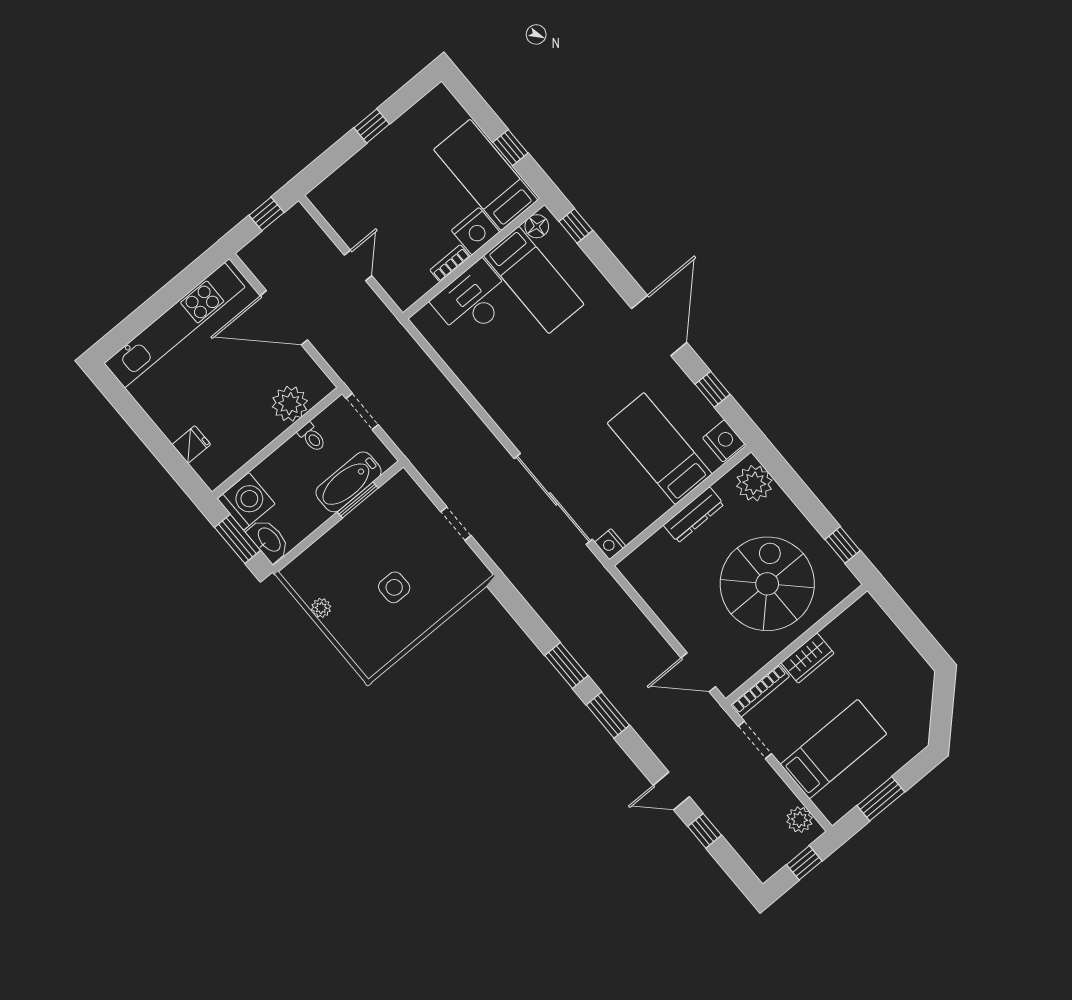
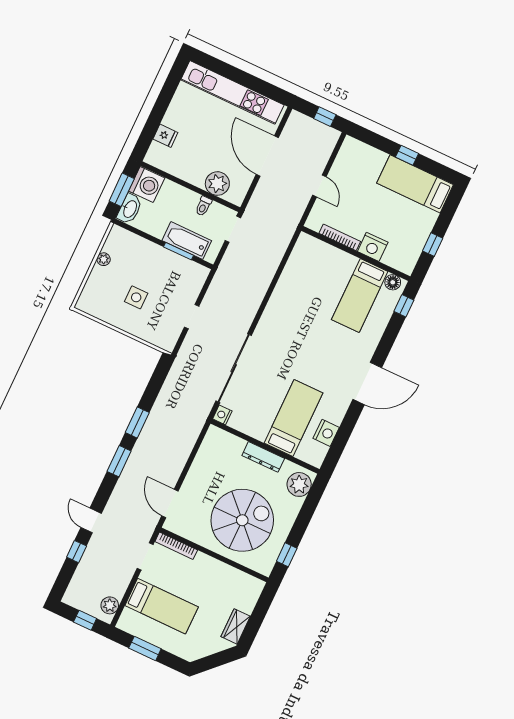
bed: (486, 175) -> (415, 184), moved, turned -90
bookcase: (450, 263) -> (340, 237), width x1.56
door: (358, 265) -> (319, 186), hinge flipped
desk: (473, 300) -> (331, 264), removed
window: (712, 389) -> (344, 433), removed
nightstand: (724, 441) -> (326, 433), moved
wardrobe: (808, 658) -> (236, 626), moved, turned 90

